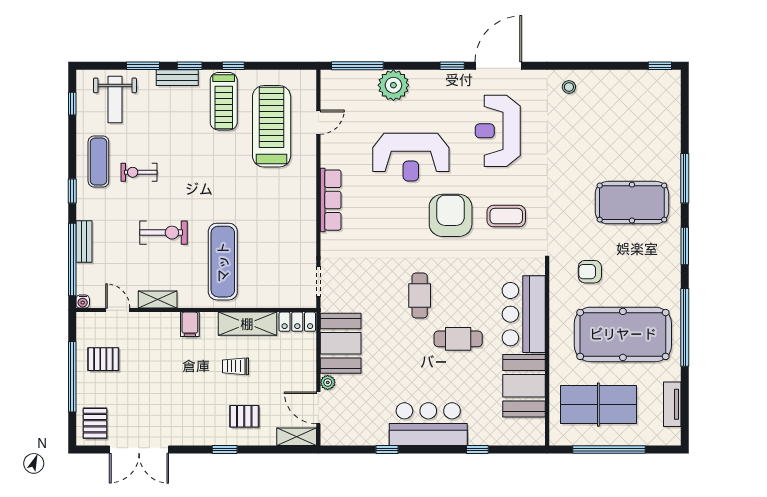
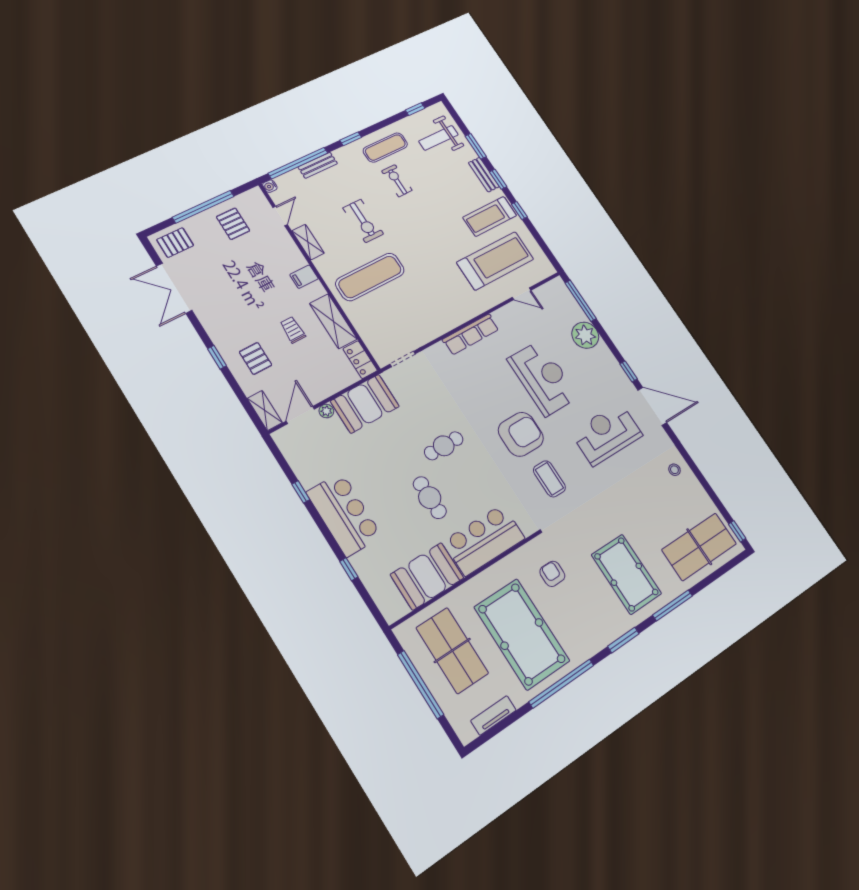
table tennis table: (651, 114) -> (699, 547), added
reception desk: (411, 157) -> (543, 378), turned 180

